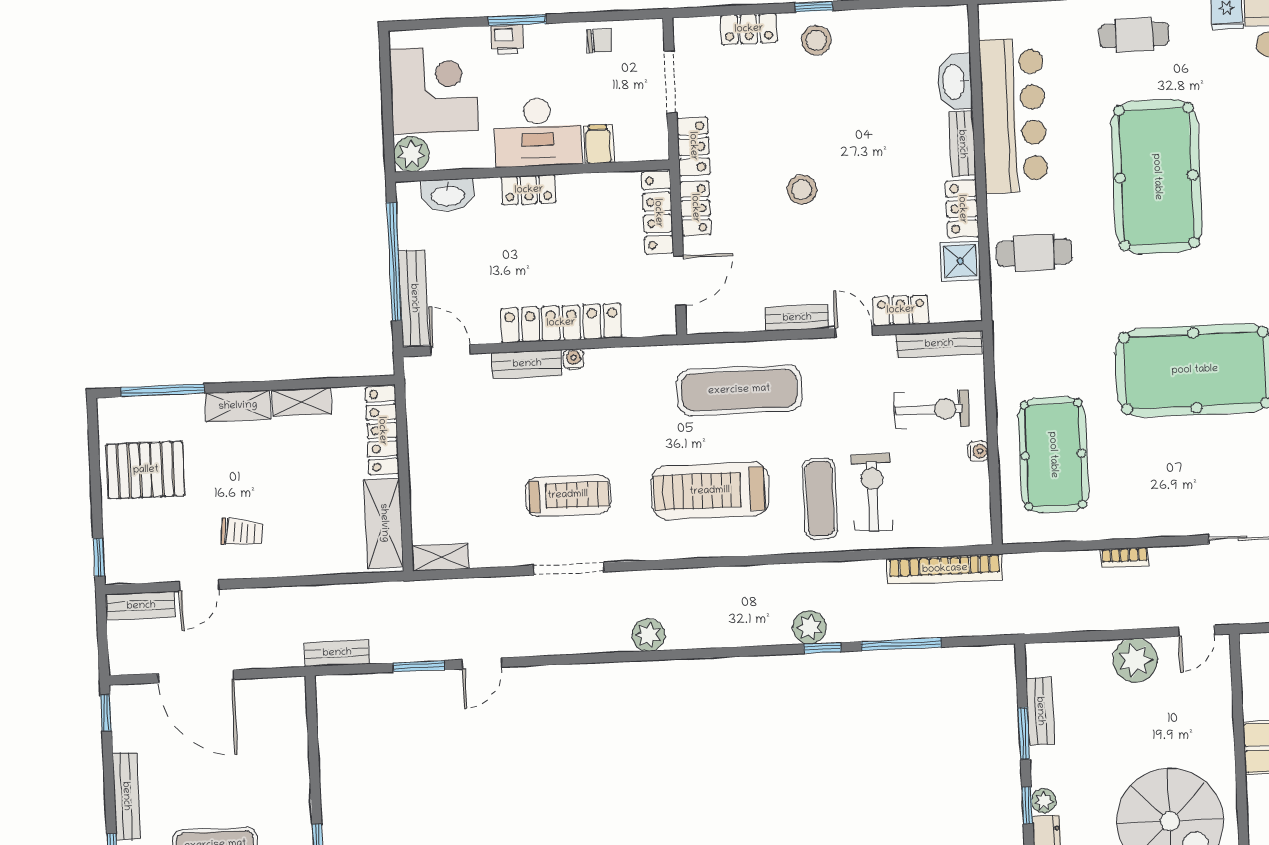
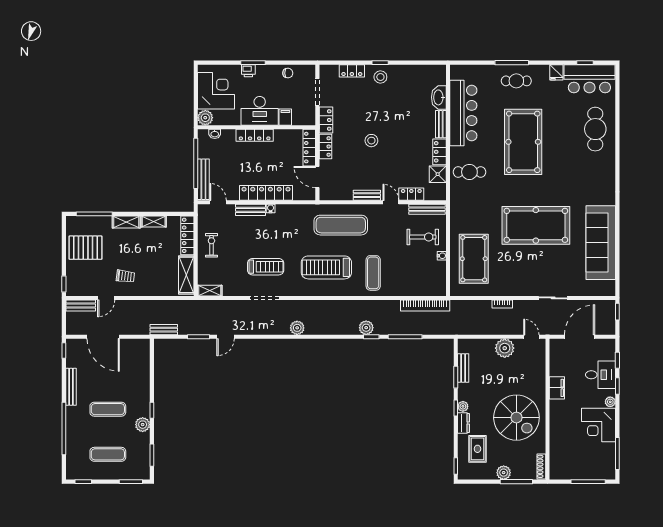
locker: (529, 190) -> (255, 135), width x1.53
washbasin: (448, 195) -> (215, 134), width x0.52, depth x0.69
door: (679, 281) -> (317, 177), swing flipped
exercise bike: (872, 492) -> (211, 245), moved, width x0.73, depth x0.72
door: (1196, 631) -> (531, 337), swing flipped

